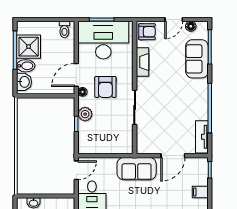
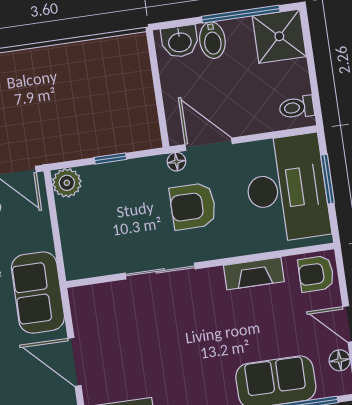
armchair: (147, 32) -> (316, 274), turned 90
shower: (29, 47) -> (279, 36), moved
plant: (85, 114) -> (67, 183), moved

